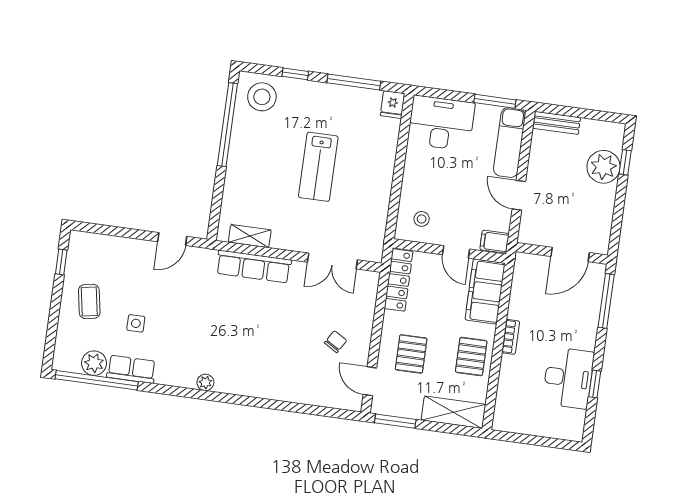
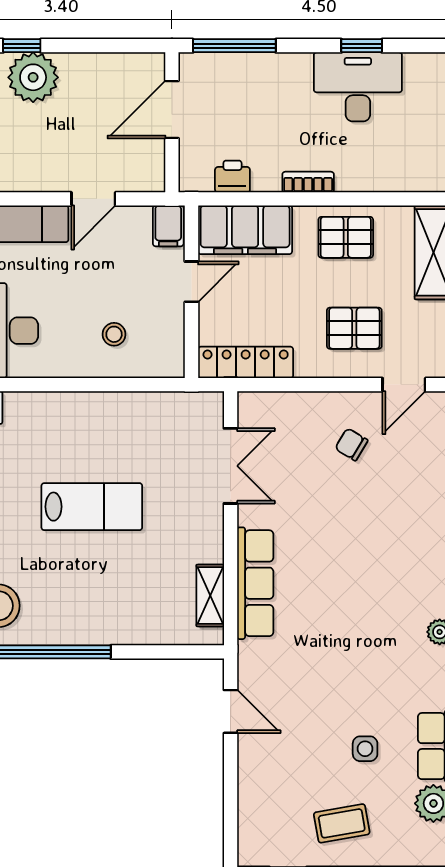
stool: (422, 219) -> (114, 334), moved
door: (570, 255) -> (172, 110), swing flipped
printer: (521, 288) -> (232, 176), added

